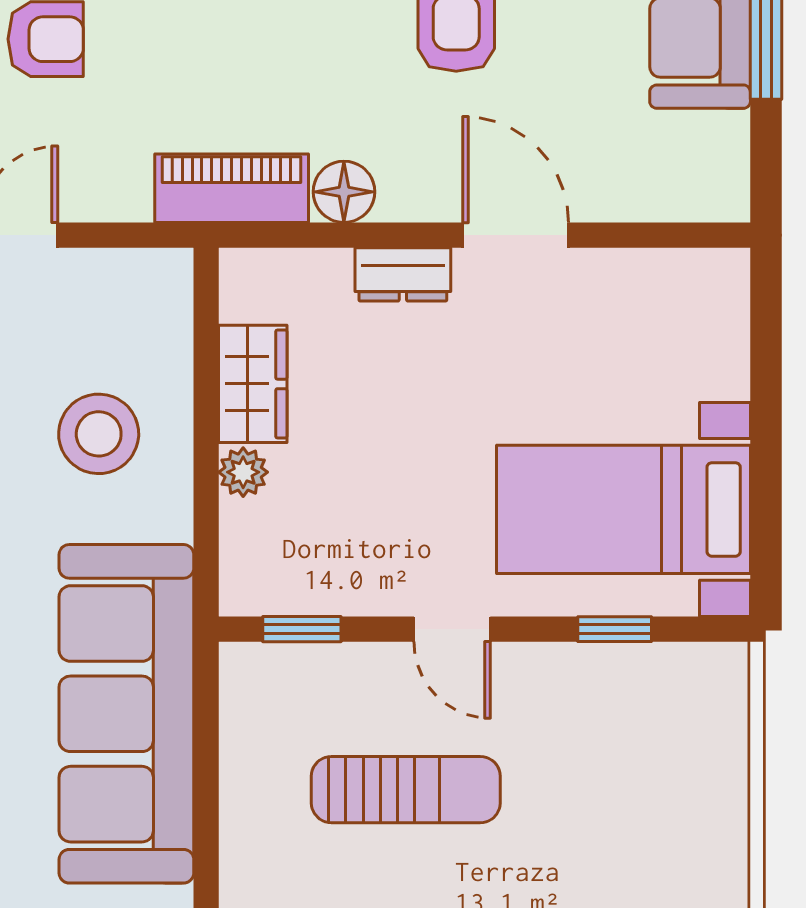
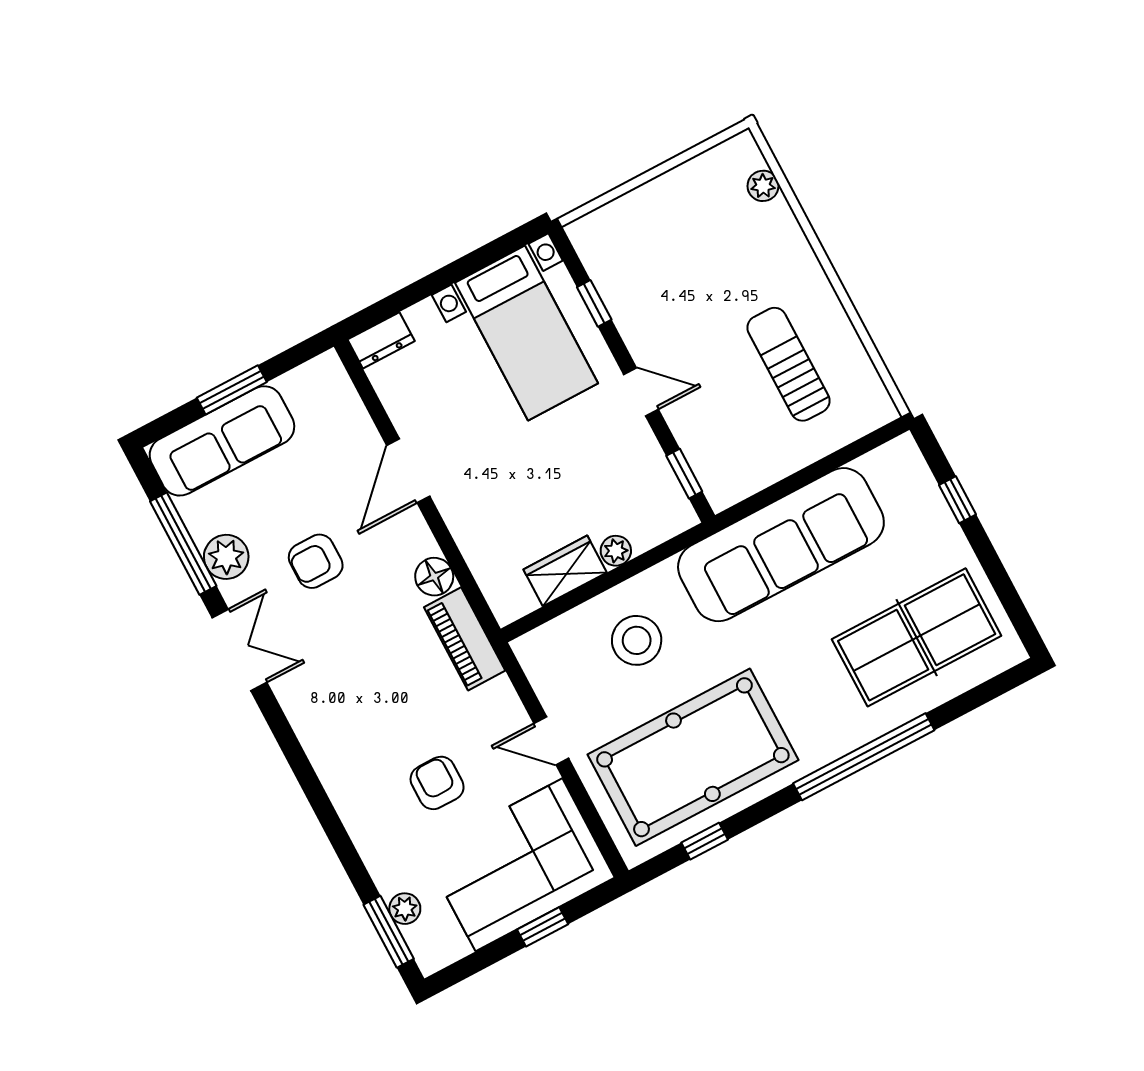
dresser: (403, 274) -> (381, 340), moved, turned 90
door: (452, 629) -> (641, 392), hinge flipped
sun lounger: (406, 790) -> (788, 364), moved

